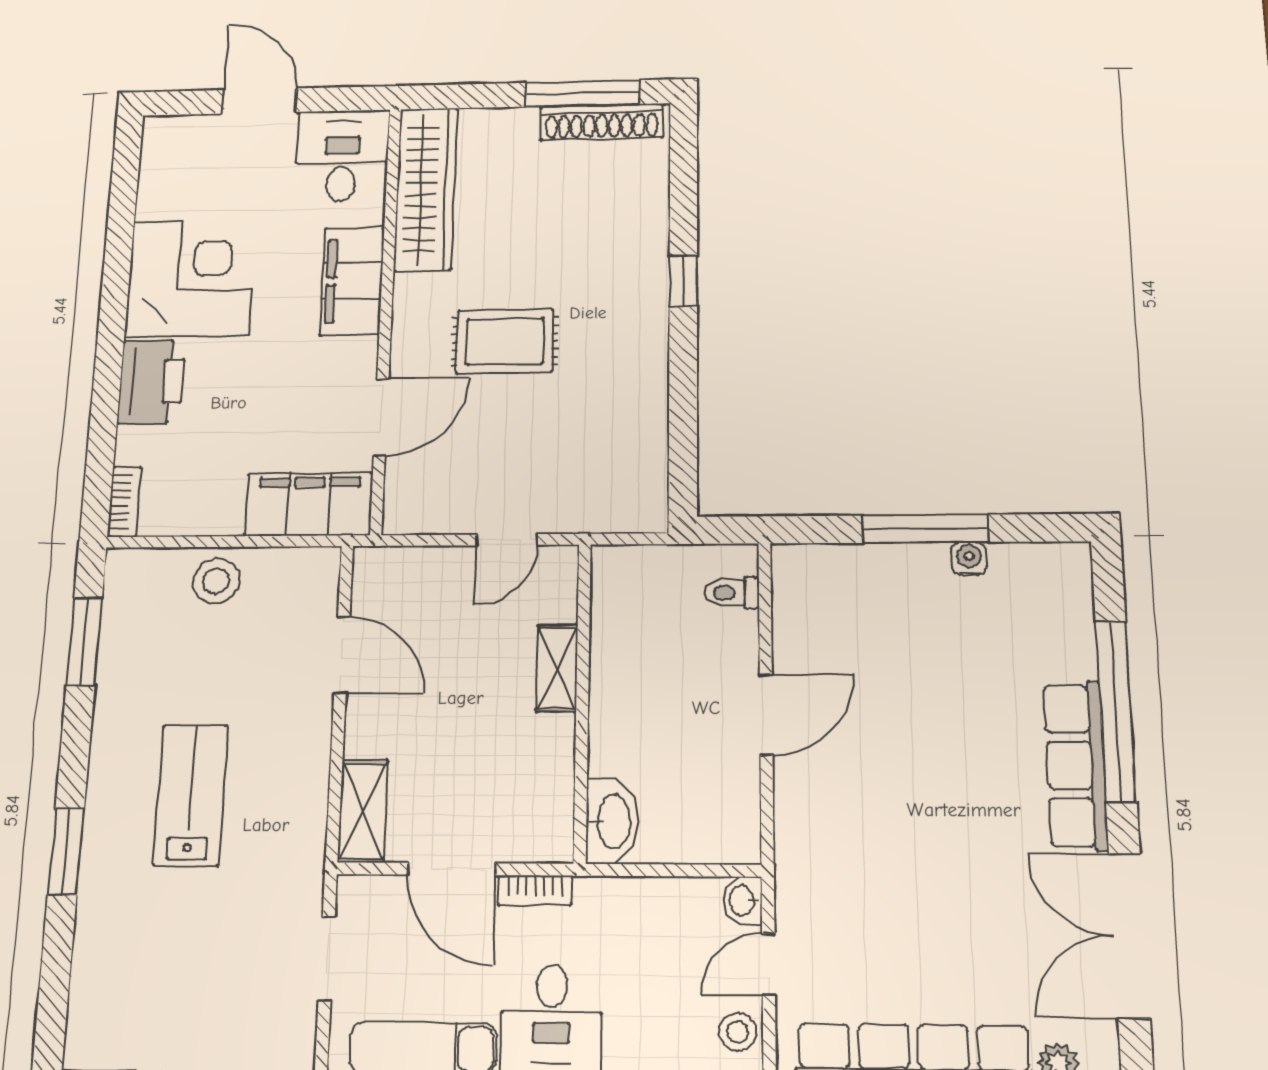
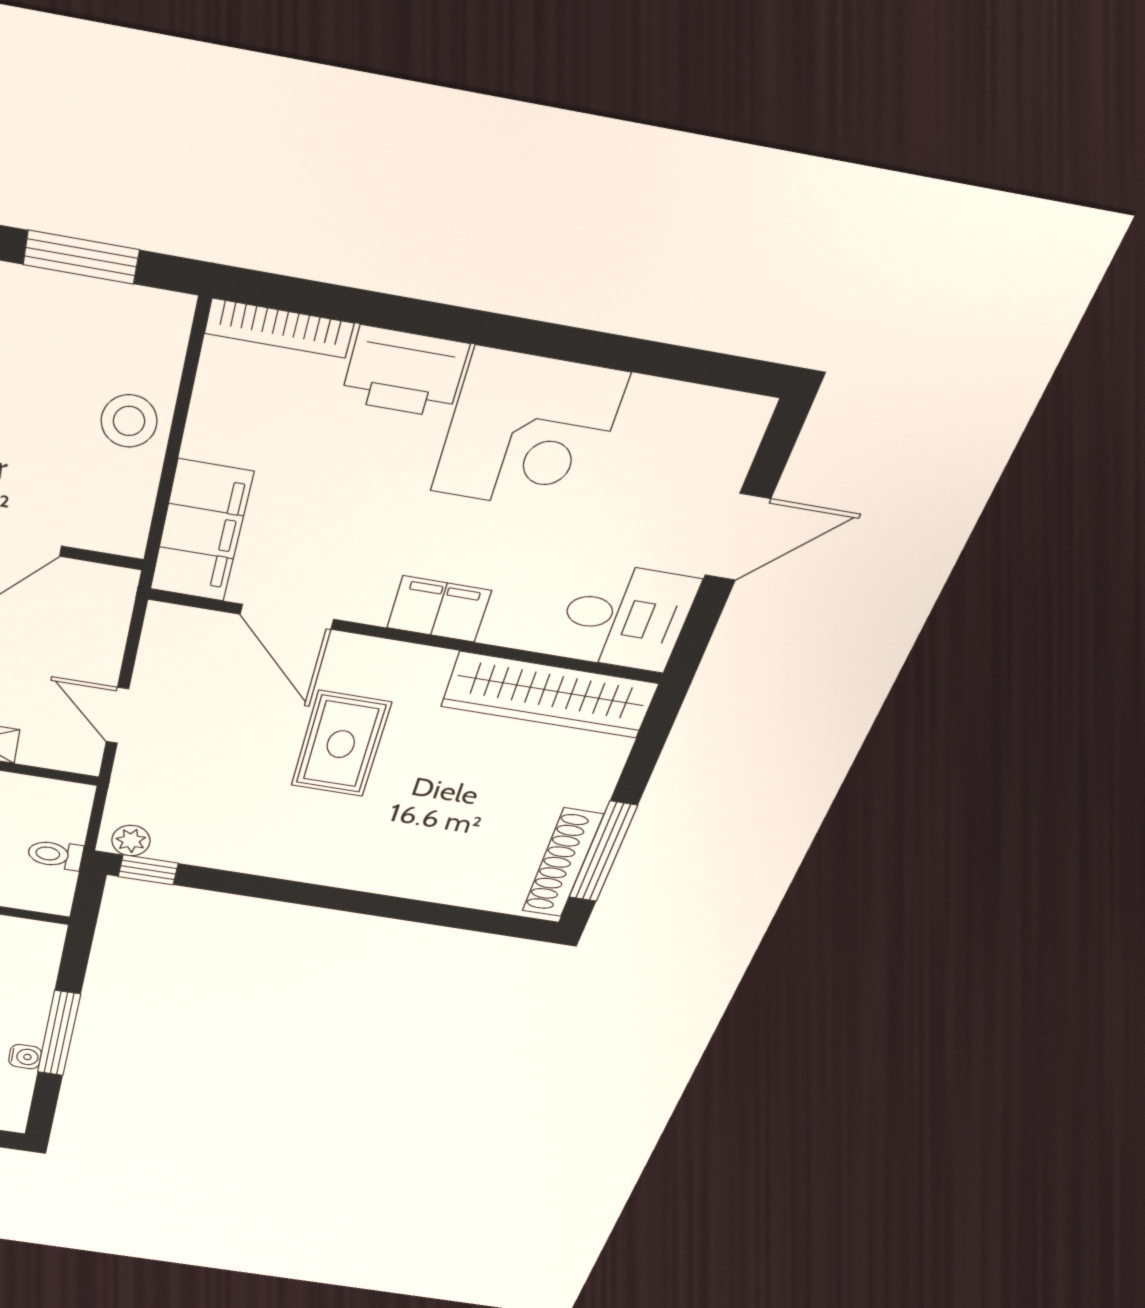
filing cabinet: (352, 281) -> (439, 609), width x0.67, depth x0.86
window: (683, 281) -> (148, 870), moved
bookcase: (124, 502) -> (279, 328), width x1.56
plant: (650, 502) -> (131, 841), added
toilet: (732, 593) -> (55, 855), moved, turned -90

